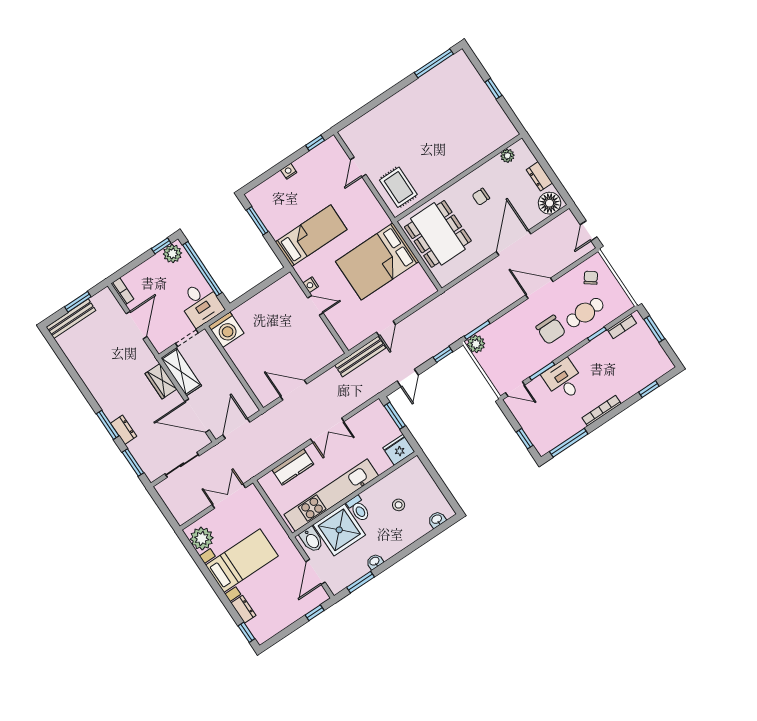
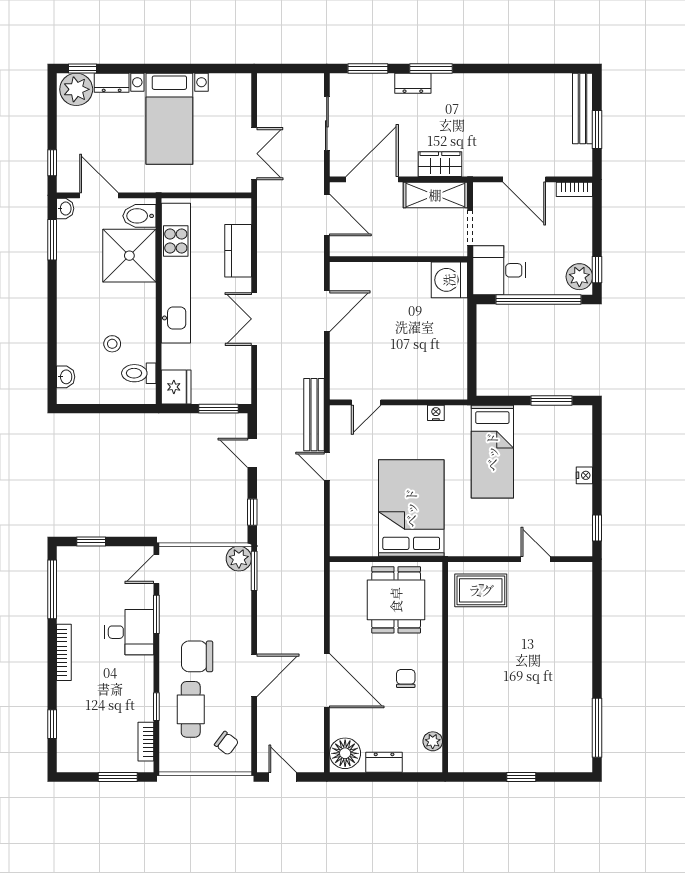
dining table: (438, 234) -> (396, 600), width x0.73
door: (315, 305) -> (366, 402), moved
toilet: (359, 509) -> (139, 373), moved
plant: (202, 538) -> (76, 89), moved
washbasin: (375, 561) -> (65, 209), moved

